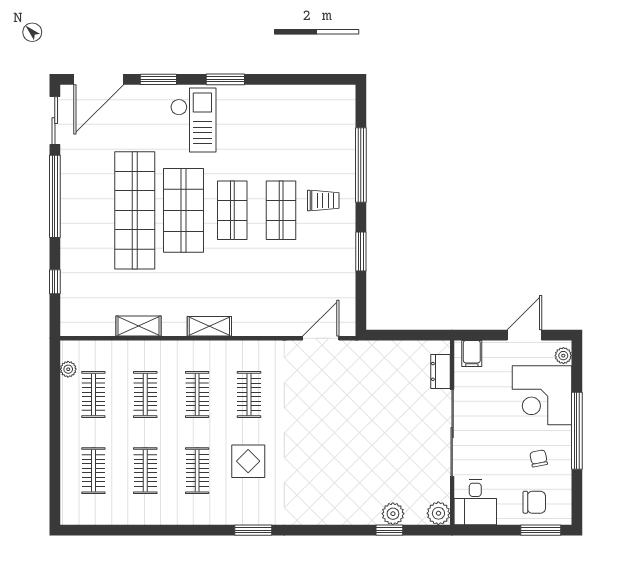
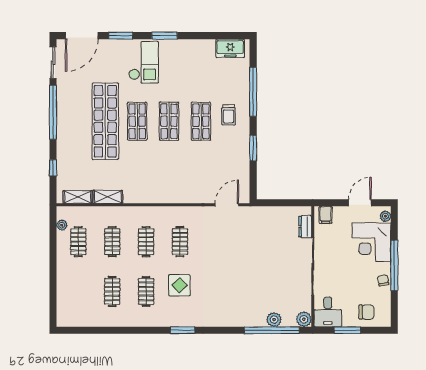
freezer: (326, 99) -> (230, 48), added
trolley: (323, 201) -> (229, 115), turned 90
shop shelf: (183, 210) -> (137, 121), width x0.70, depth x0.74
shelving: (209, 326) -> (78, 197), moved
chair: (539, 458) -> (383, 280), moved
clothes rail: (93, 471) -> (78, 291), removed
window: (389, 530) -> (272, 330), width x3.17
window: (541, 530) -> (347, 330), moved

